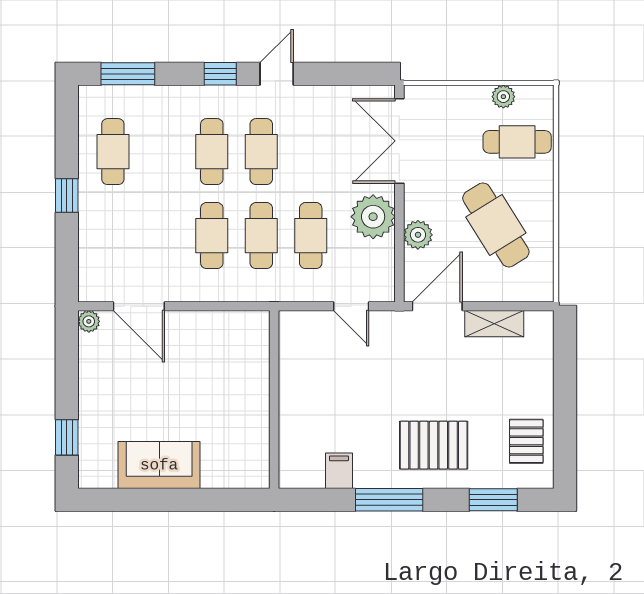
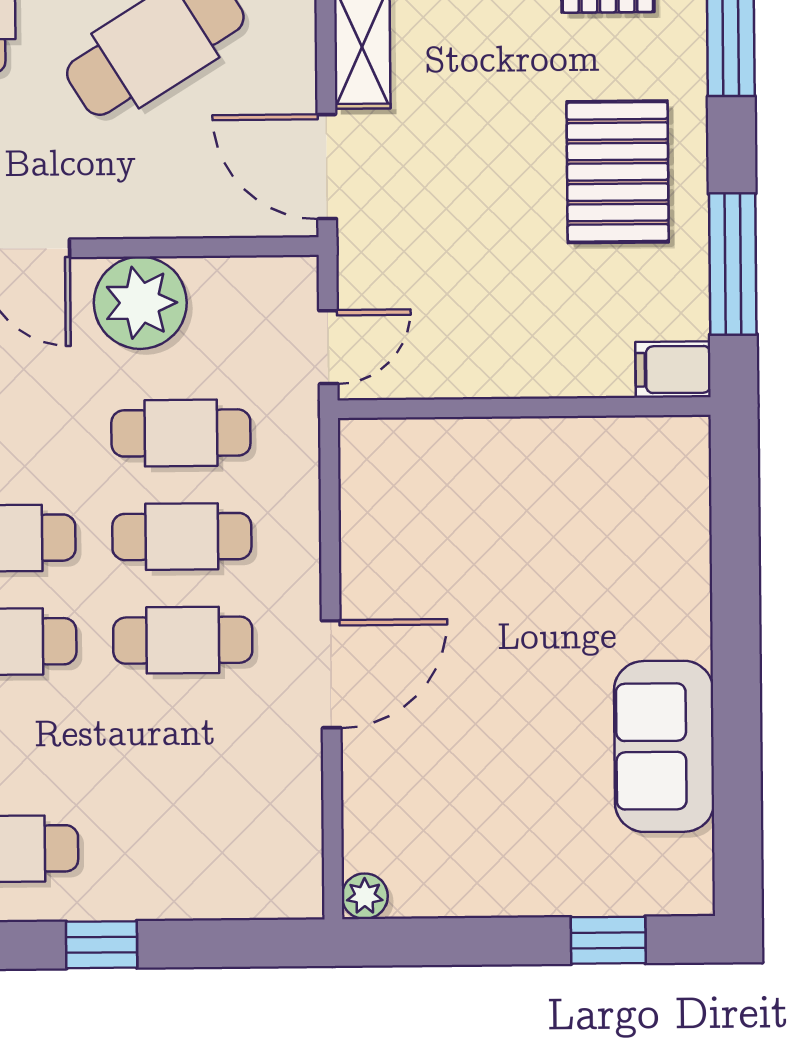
plant: (418, 235) -> (177, 208), removed
door: (139, 306) -> (331, 674), moved
wall: (274, 400) -> (524, 408), moved

